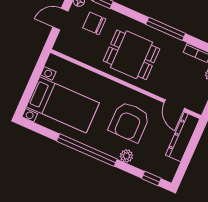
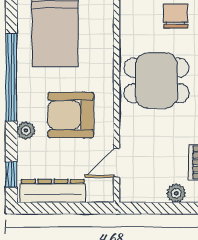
dining table: (131, 55) -> (157, 81), turned 90
dresser: (183, 137) -> (53, 191), moved

